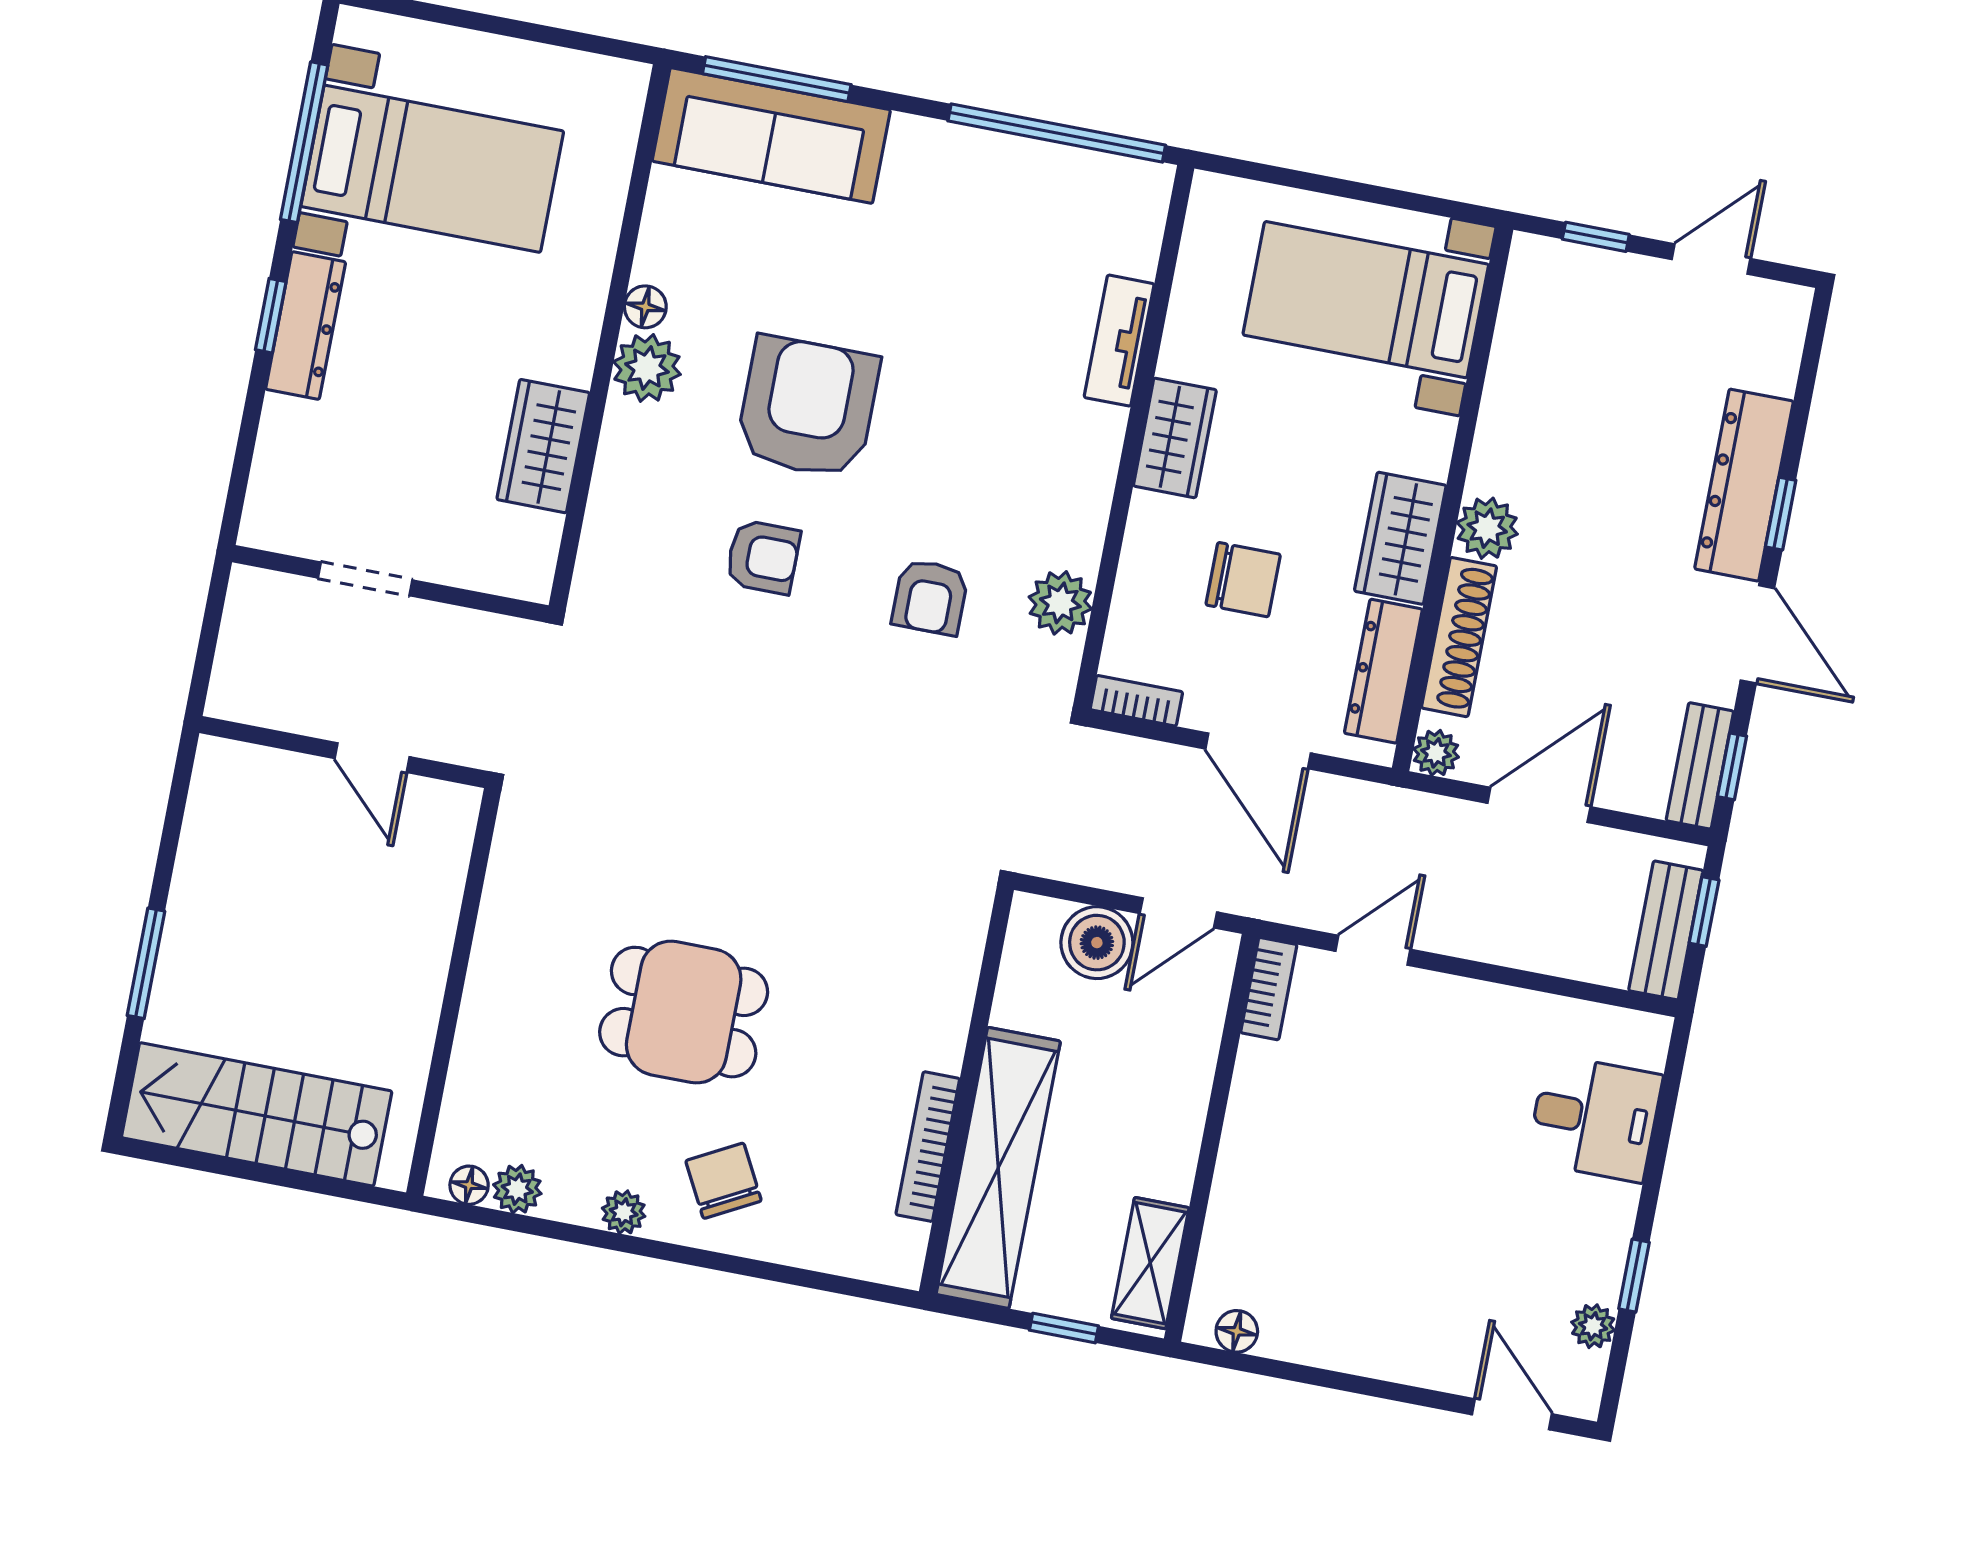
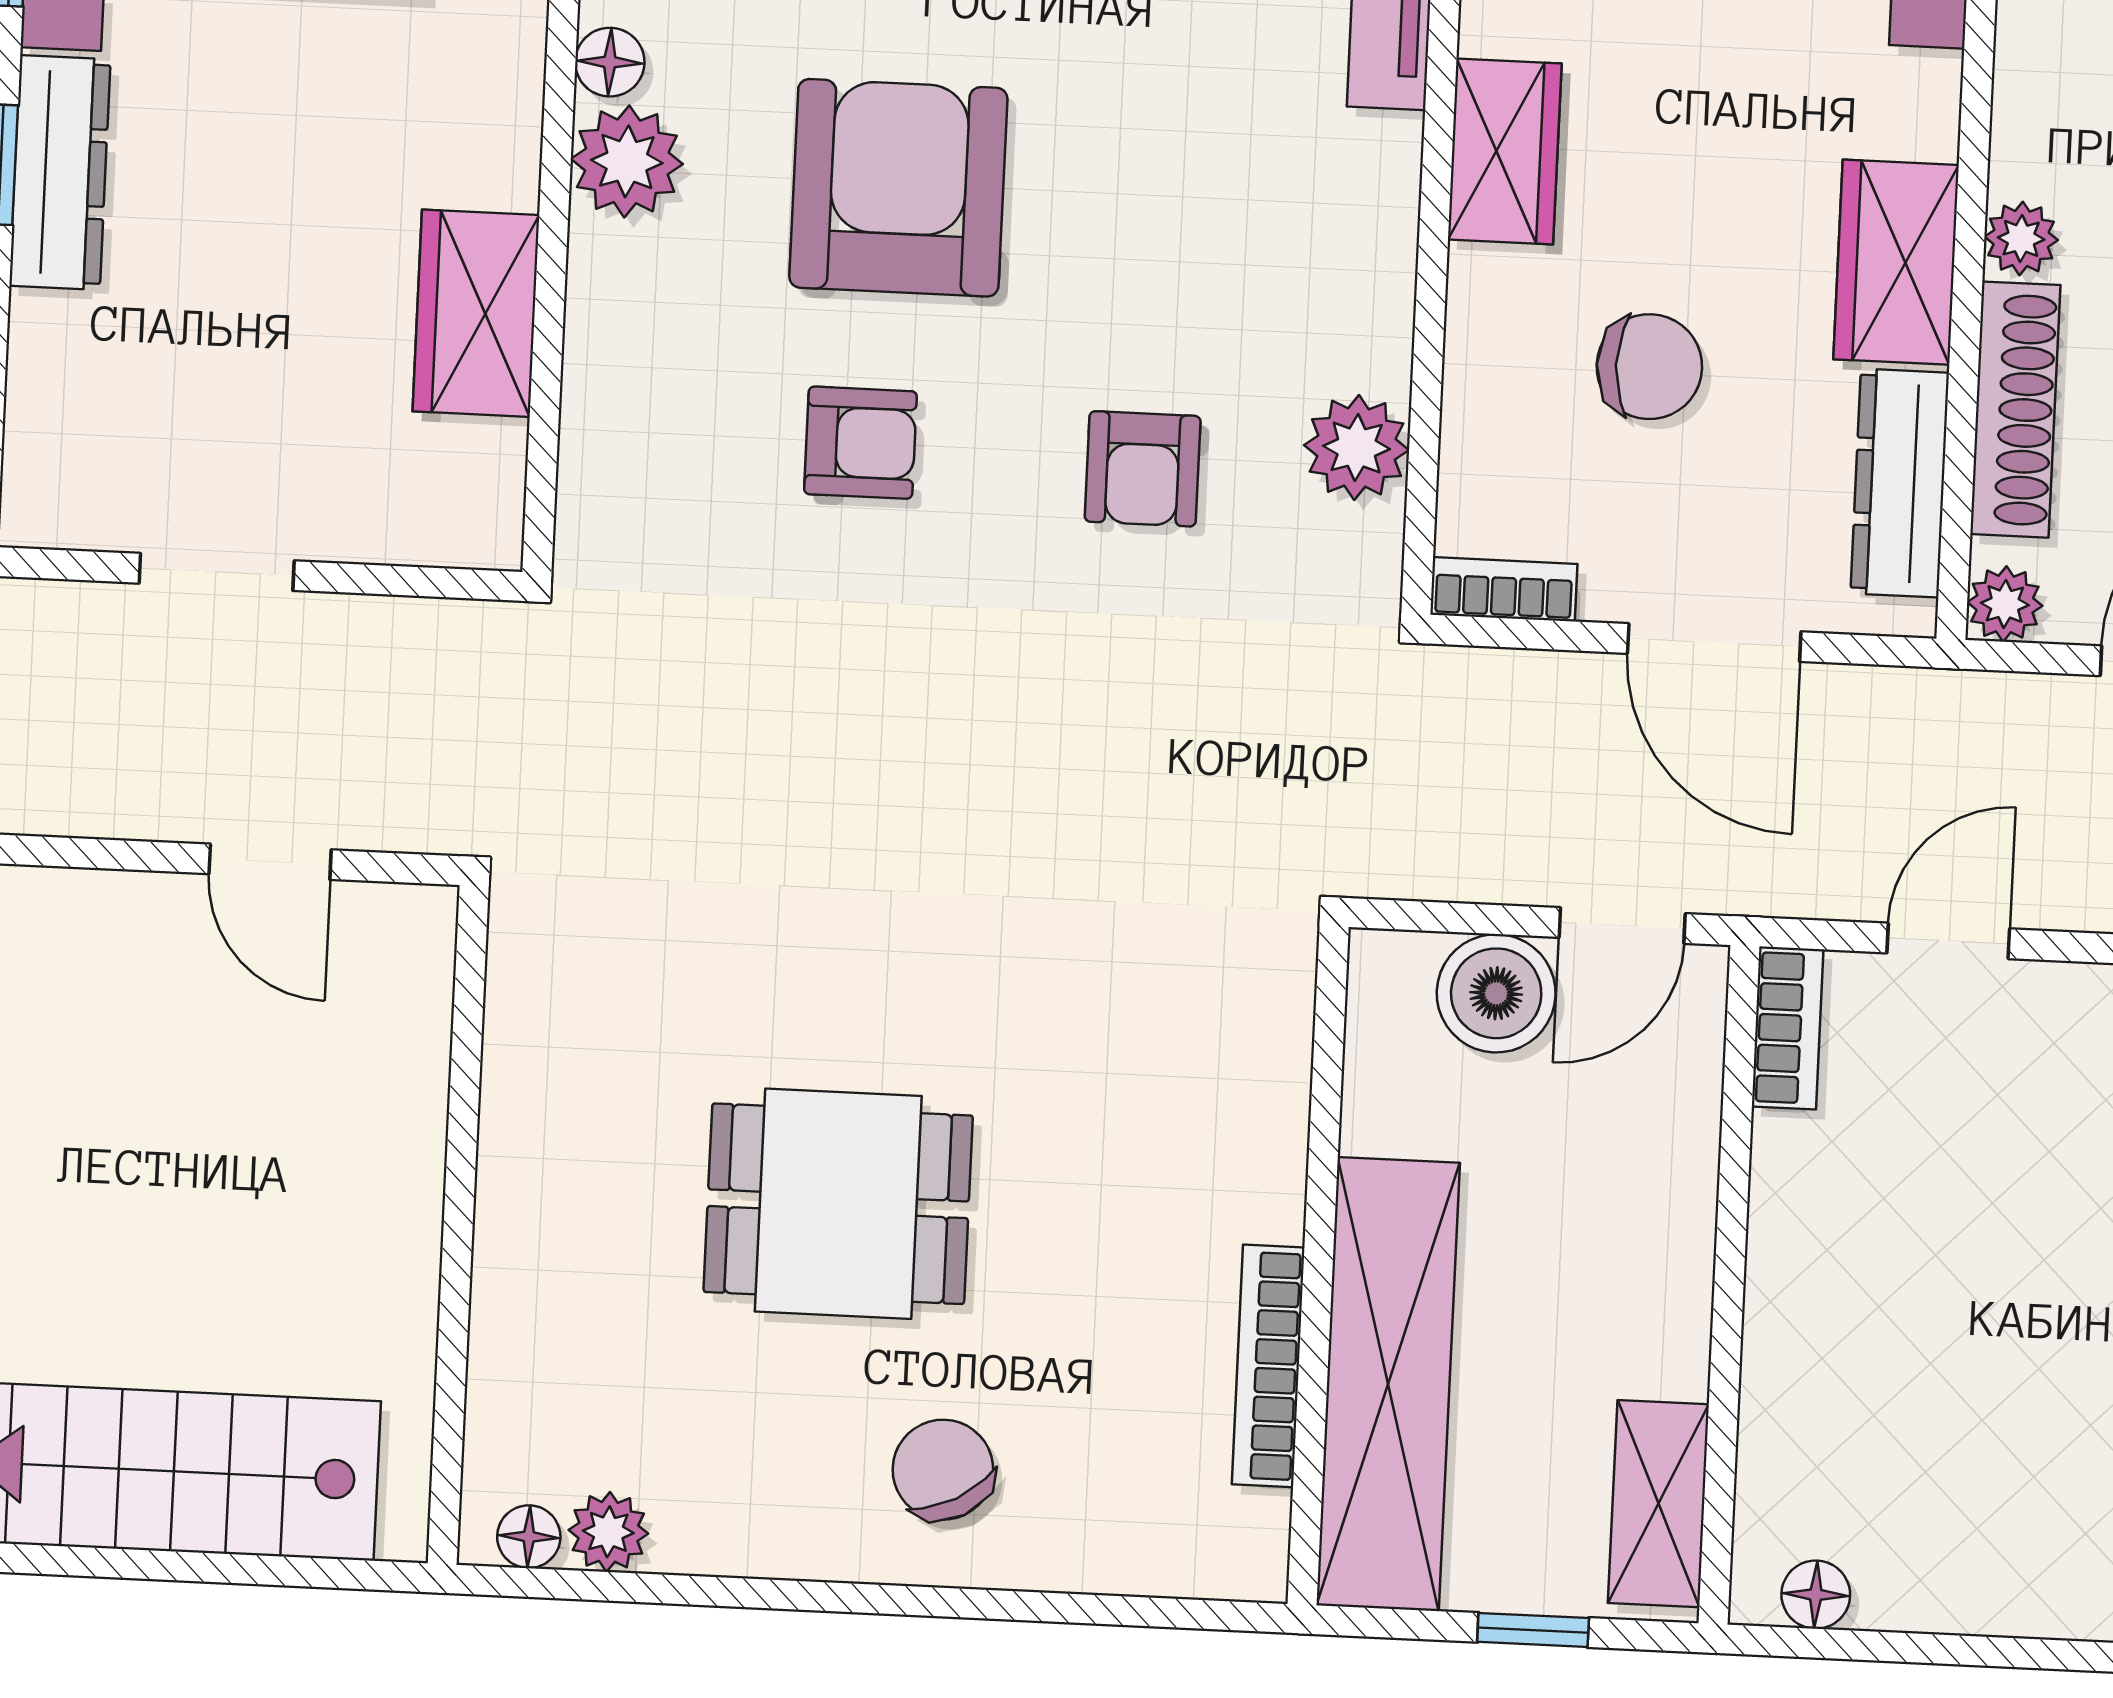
plant: (1487, 528) -> (2021, 238), width x0.73, depth x0.73
plant: (624, 1212) -> (787, 1545), removed

